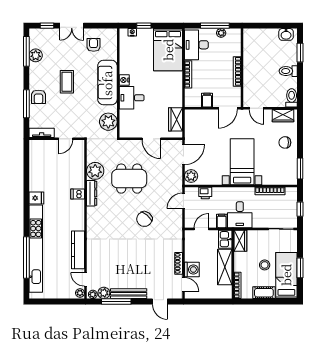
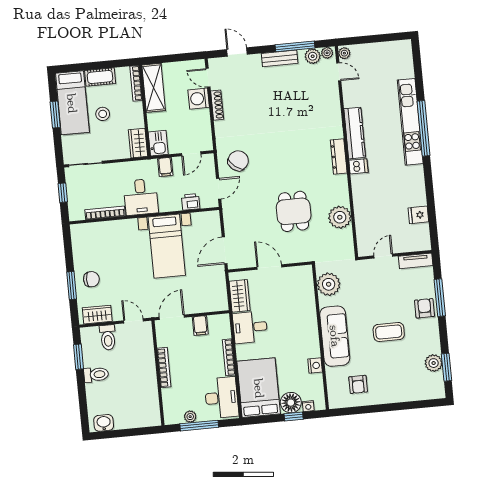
window: (47, 26) -> (422, 404), removed
double door: (72, 26) -> (390, 407), removed
floor lamp: (145, 36) -> (291, 403), added
window: (26, 51) -> (446, 367), width x0.69
window: (300, 53) -> (79, 357), moved
nightstand: (124, 80) -> (315, 365), moved
coffee table: (67, 82) -> (389, 332), turned 90
desk: (132, 98) -> (250, 327), moved, turned 180
toilet: (292, 98) -> (108, 337), moved
bed with nightstands: (242, 162) -> (167, 246), moved
window: (300, 169) -> (72, 285), moved
plant: (191, 176) -> (212, 223), removed
dining table: (129, 179) -> (294, 211), width x0.73
dresser: (92, 193) -> (339, 156), moved
dishwasher: (78, 194) -> (358, 166), moved
fridge: (36, 198) -> (418, 215), moved
desk: (240, 215) -> (141, 197), moved, turned 180
chair: (144, 219) -> (238, 161), moved
kitchen unit: (36, 249) -> (410, 122), width x0.73
kitchen counter: (78, 250) -> (355, 133), moved
window: (26, 257) -> (423, 128), moved
shelving: (225, 267) -> (154, 88), moved
bench: (129, 294) -> (280, 58), width x0.73

